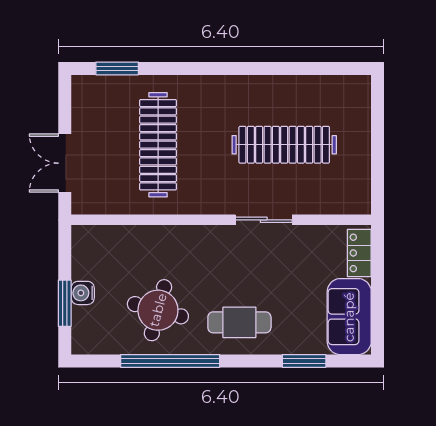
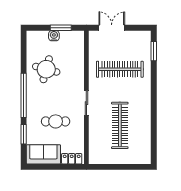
sliding door: (264, 220) -> (86, 103), moved
window: (65, 303) -> (61, 28), moved
cafe table: (239, 322) -> (56, 121), moved, turned 90
window: (170, 361) -> (24, 95), moved

